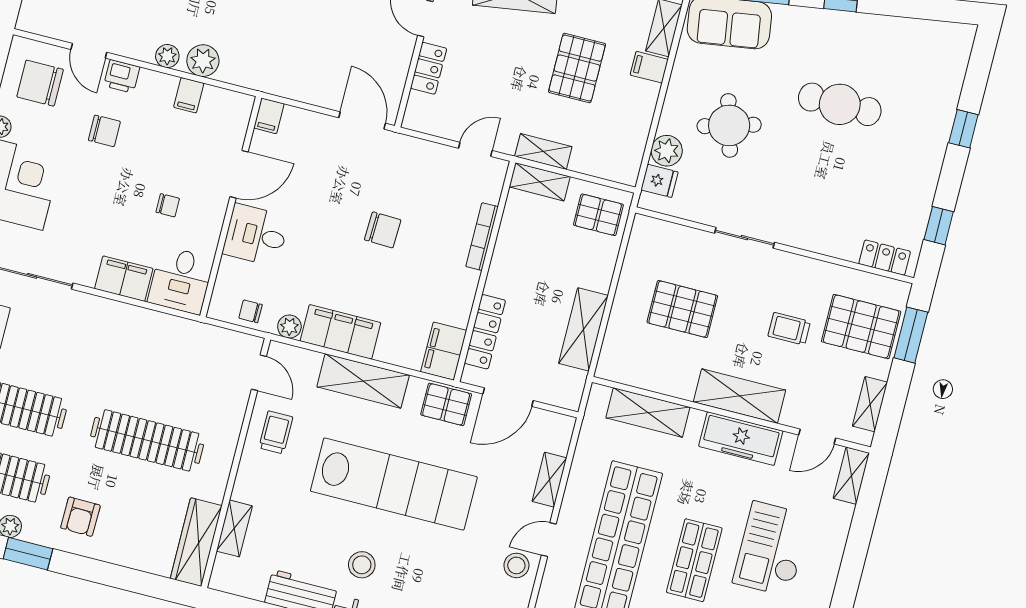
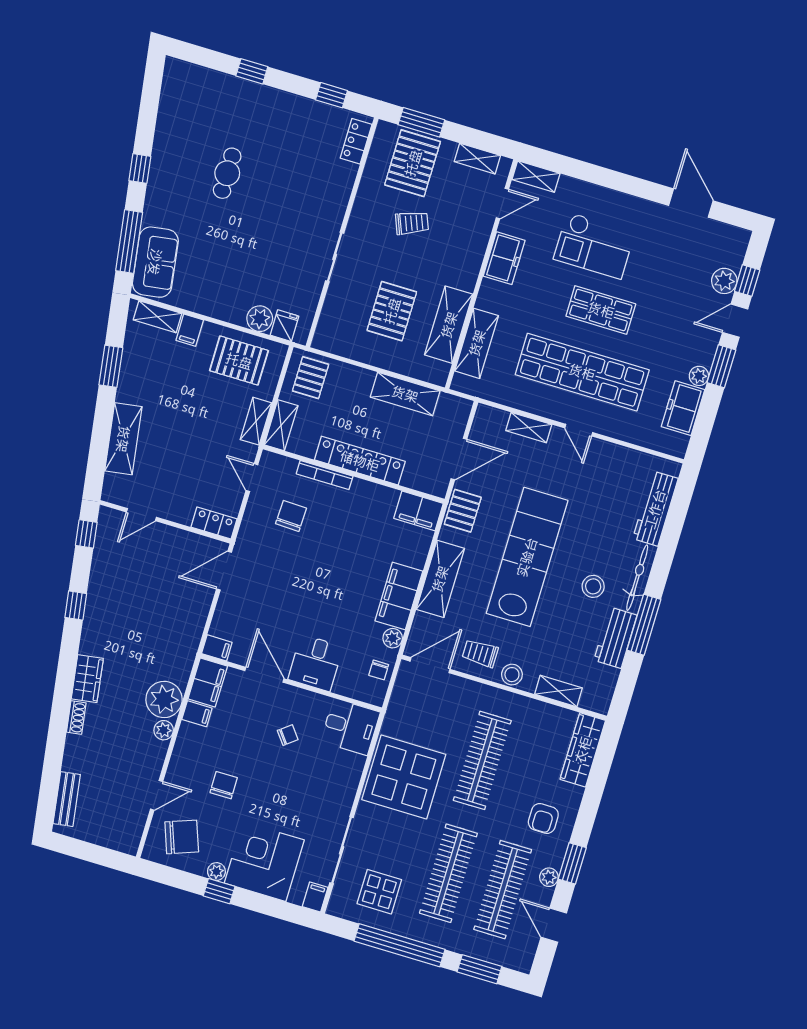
plant: (203, 61) -> (164, 699), width x1.36, depth x1.36
locker: (429, 68) -> (214, 523), moved
pallet: (577, 68) -> (239, 361), moved
printer: (122, 76) -> (179, 769), removed
chair: (40, 83) -> (182, 837), turned -110
cafe table: (840, 104) -> (227, 173), width x0.73, depth x0.74
round table: (729, 125) -> (241, 266), removed
chair: (168, 205) -> (288, 735), turned 52
chair: (383, 230) -> (291, 516), moved
filing cabinet: (124, 279) -> (208, 683), moved, turned 180
trolley: (789, 329) -> (412, 223), turned -112
locker: (485, 332) -> (360, 461), moved, width x1.41, depth x1.21
display table: (123, 347) -> (404, 777), added
door: (259, 373) -> (430, 665), width x1.38
shelving: (740, 396) -> (449, 325), moved
door: (508, 397) -> (459, 459), hinge flipped
door: (817, 437) -> (502, 204), hinge flipped
freezer: (741, 439) -> (504, 258), width x0.71
armchair: (80, 517) -> (543, 818), turned 89
wardrobe: (196, 542) -> (583, 750), moved, turned 90
stool: (516, 565) -> (512, 675), moved

